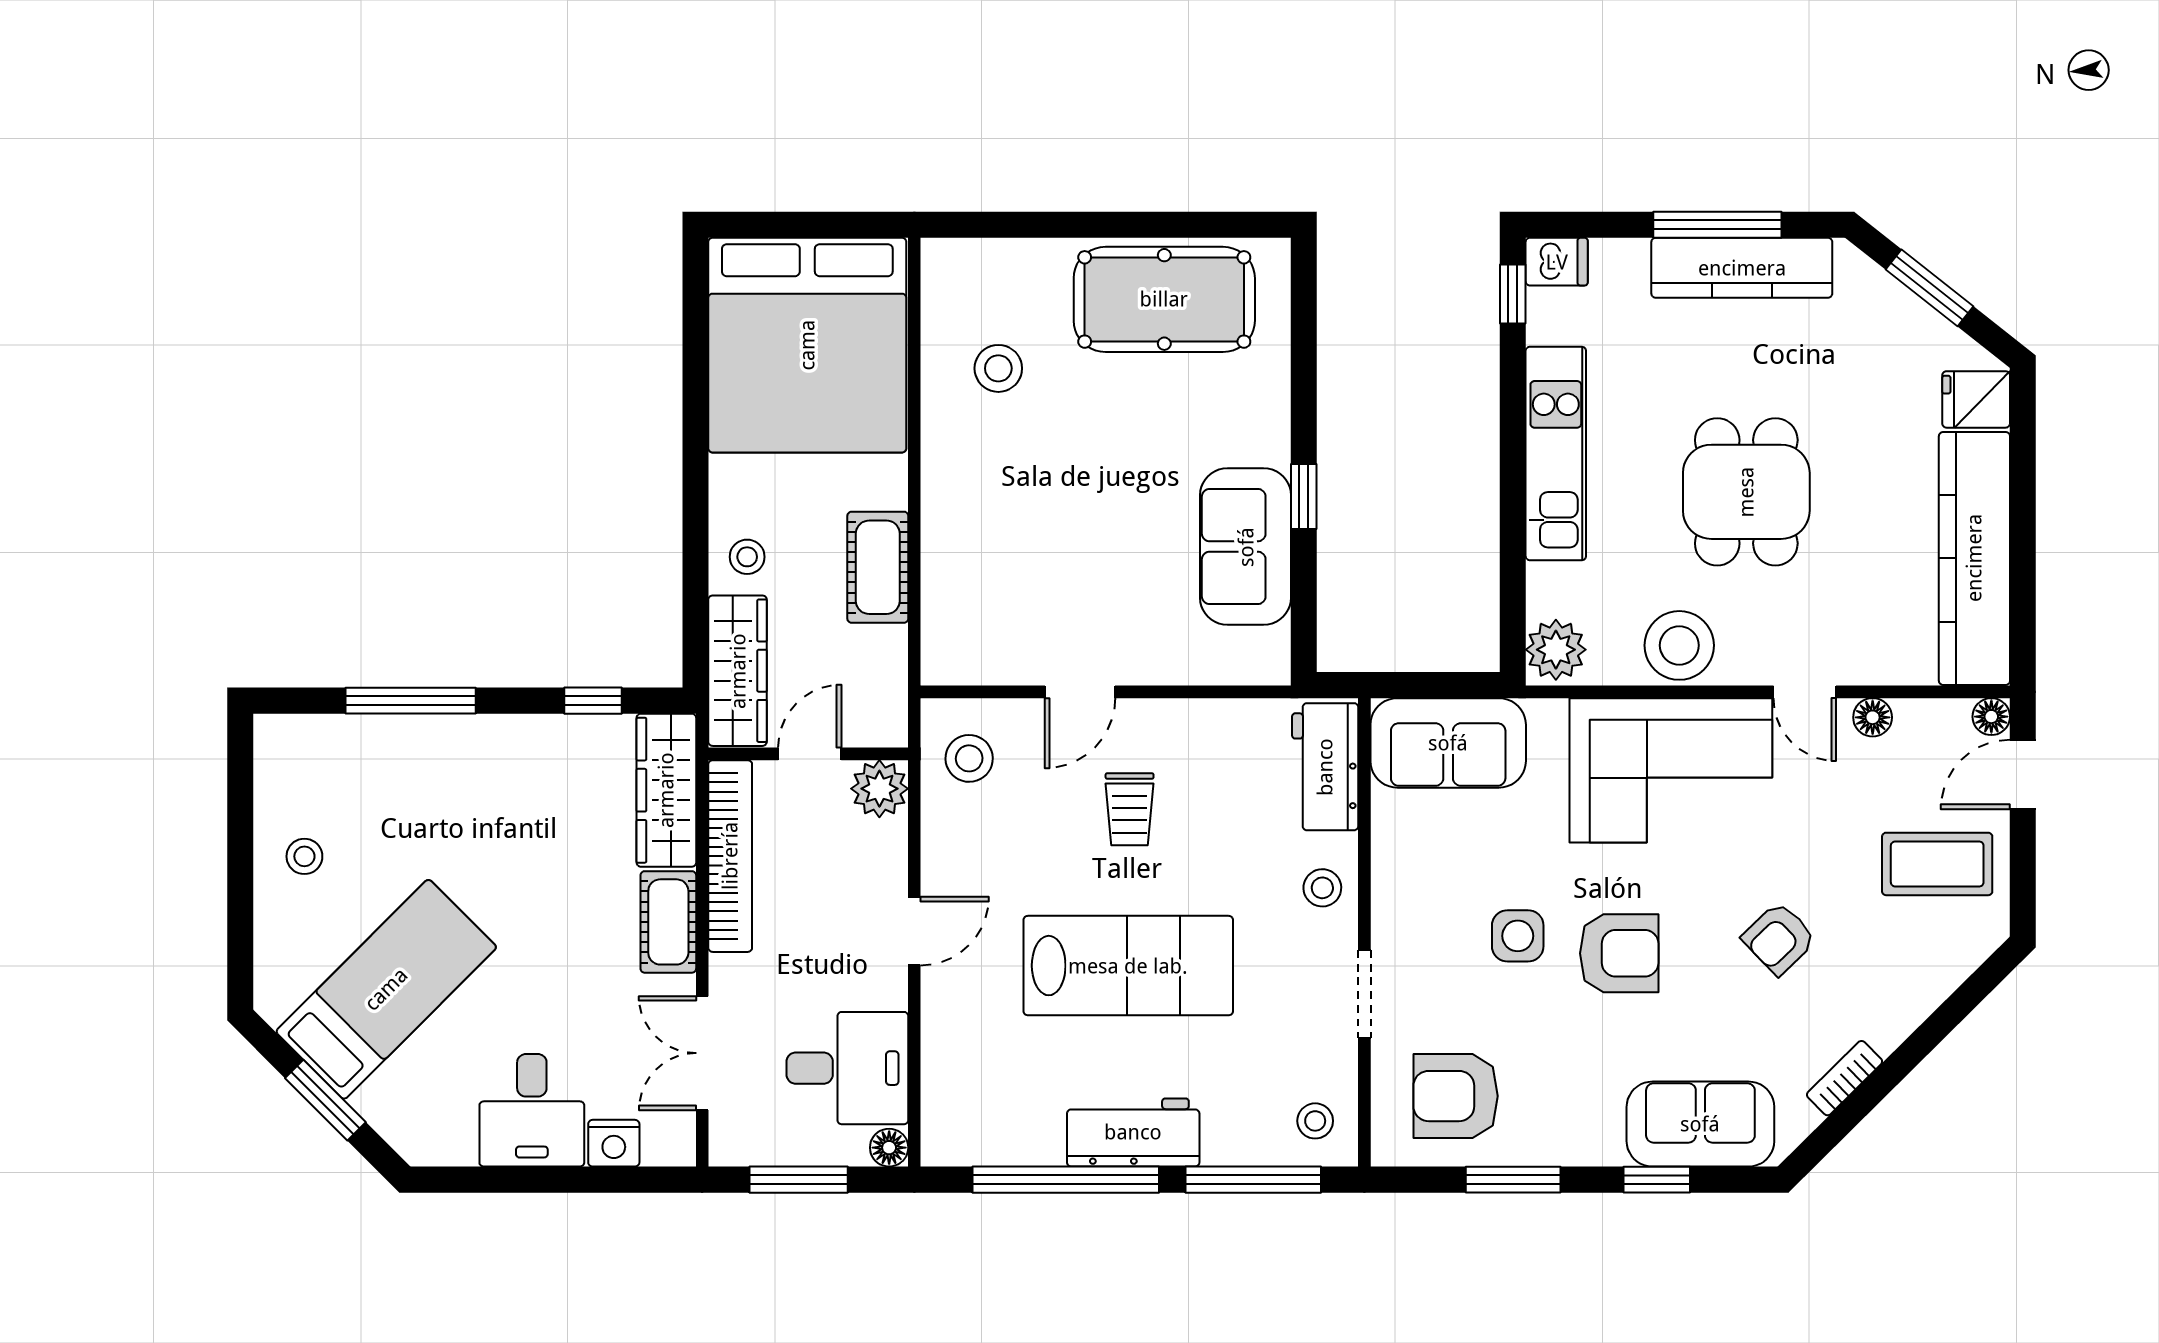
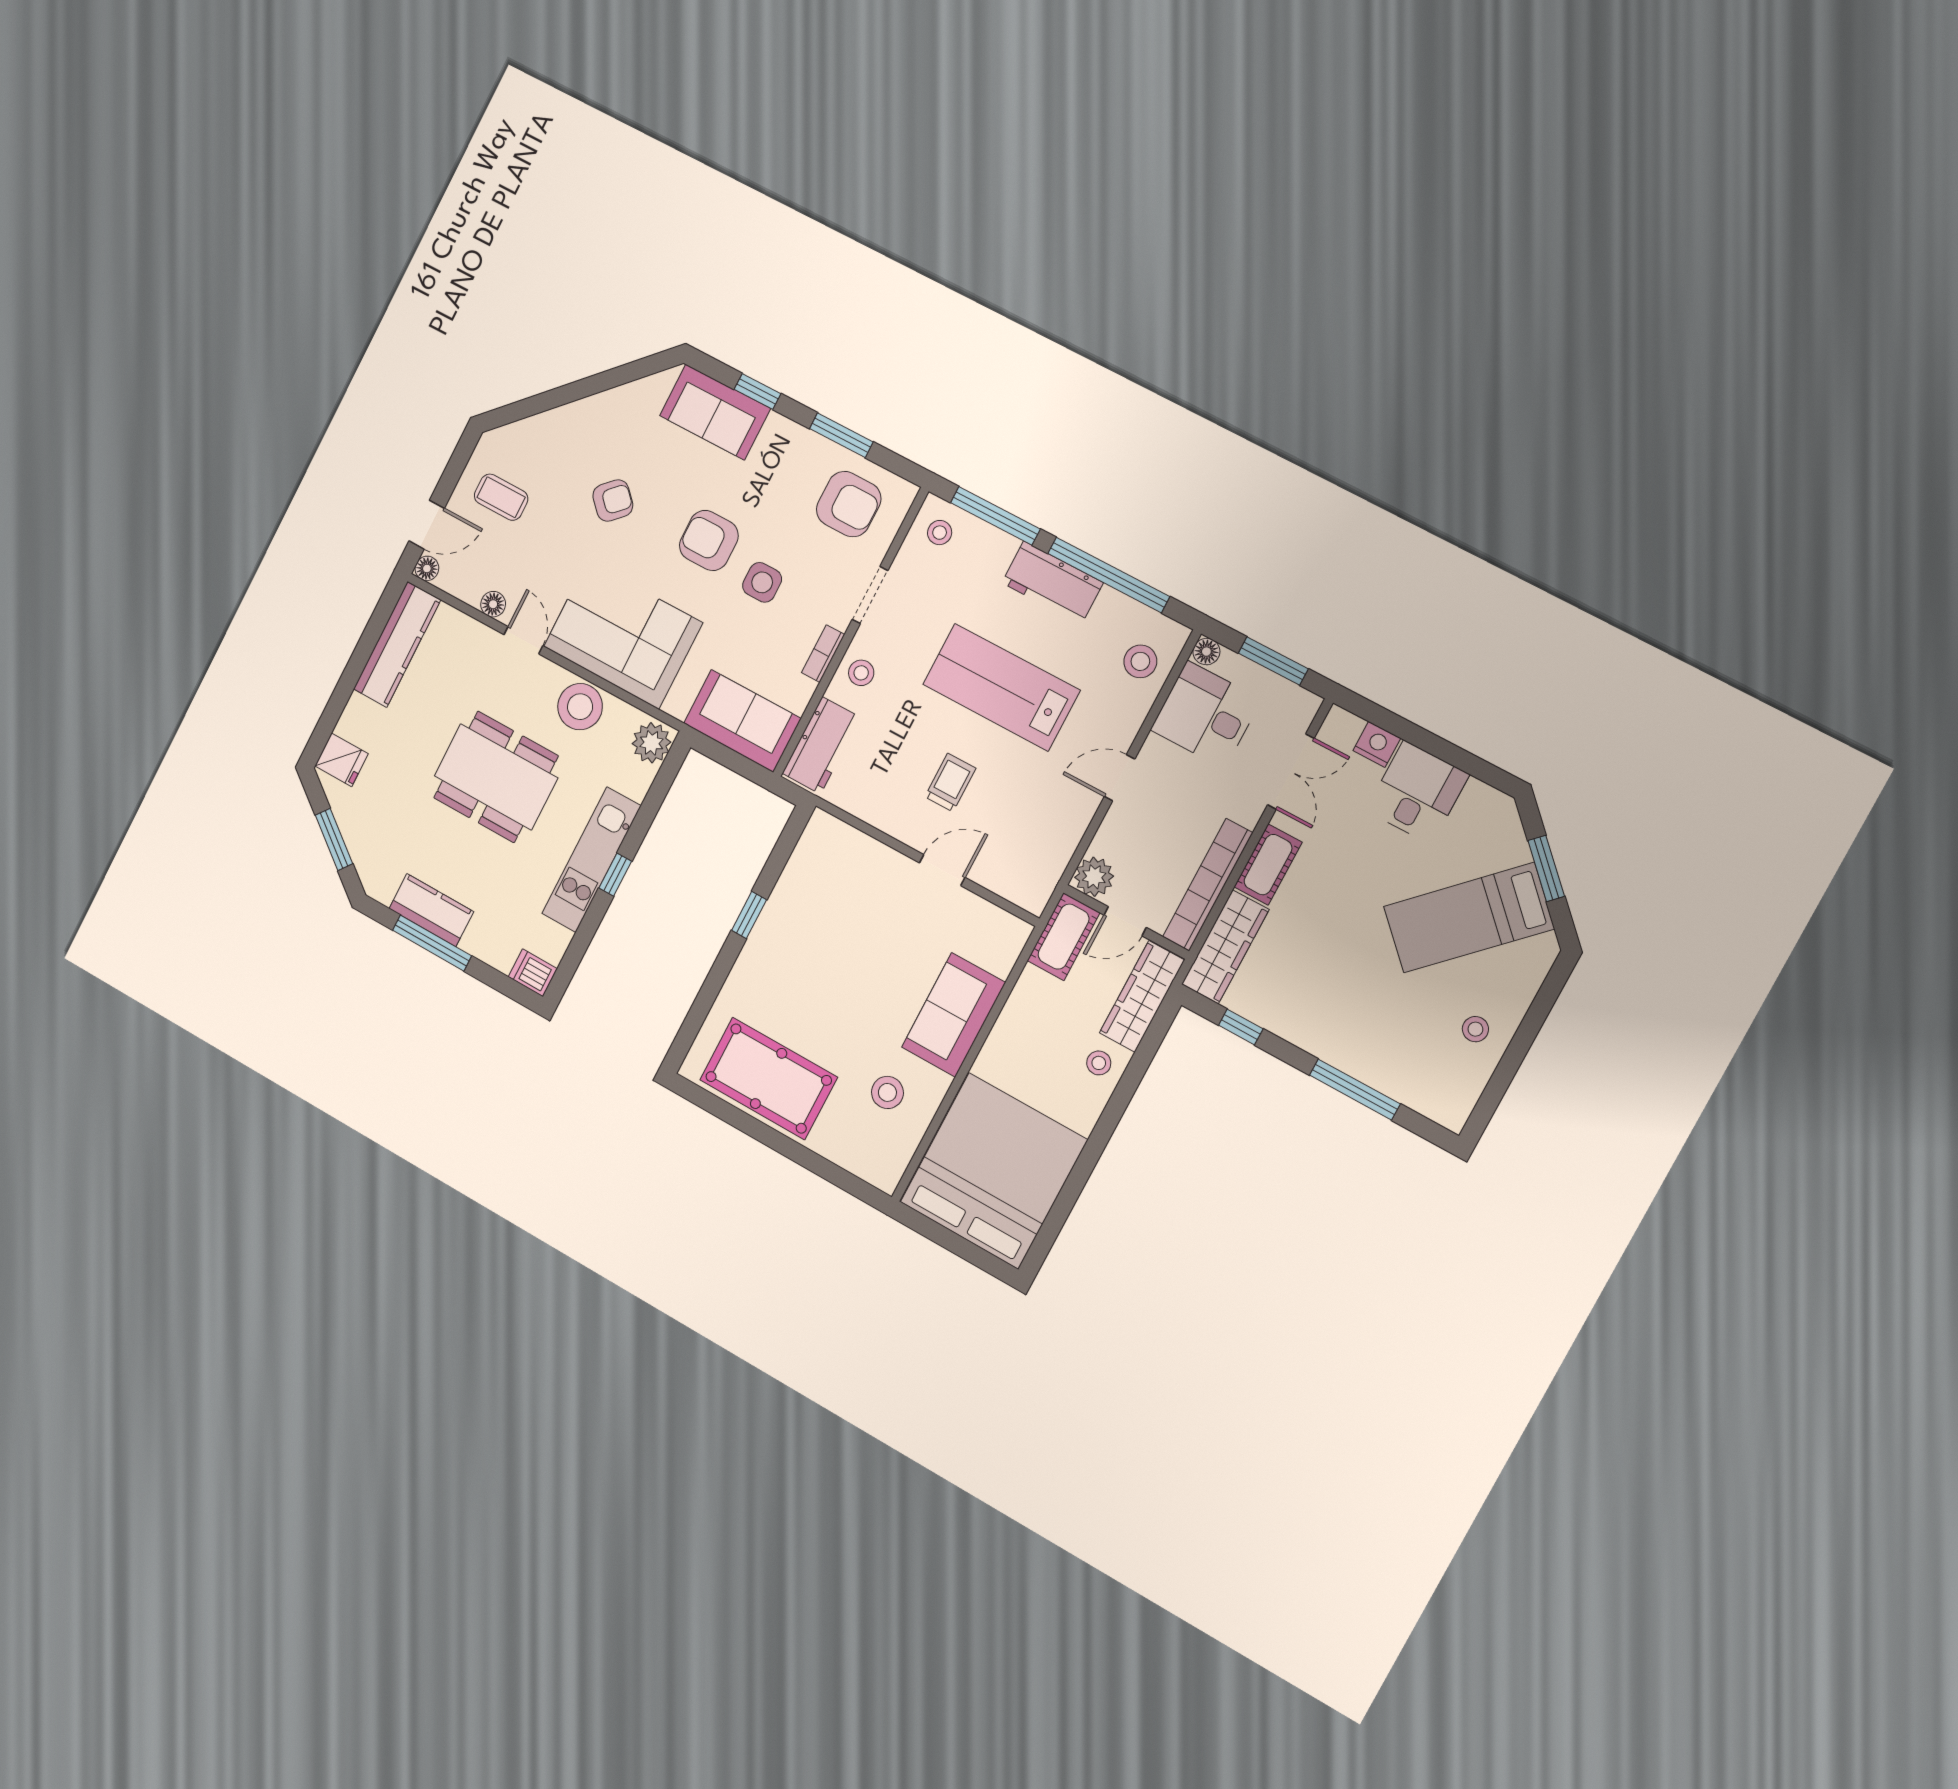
kitchen counter: (1742, 268) -> (431, 910), width x0.67
window: (1513, 294) -> (615, 875), moved
dining table: (1746, 492) -> (496, 777), width x1.38
sofa: (1246, 547) -> (954, 1015), moved, turned 180
kitchen counter: (1974, 558) -> (397, 645), width x0.72, depth x0.86
cot: (878, 567) -> (1064, 937), moved
stool: (969, 758) -> (1140, 661), moved
coffee table: (1937, 864) -> (501, 497), width x0.73, depth x0.77
bookcase: (1845, 1078) -> (823, 654), moved, turned 135

